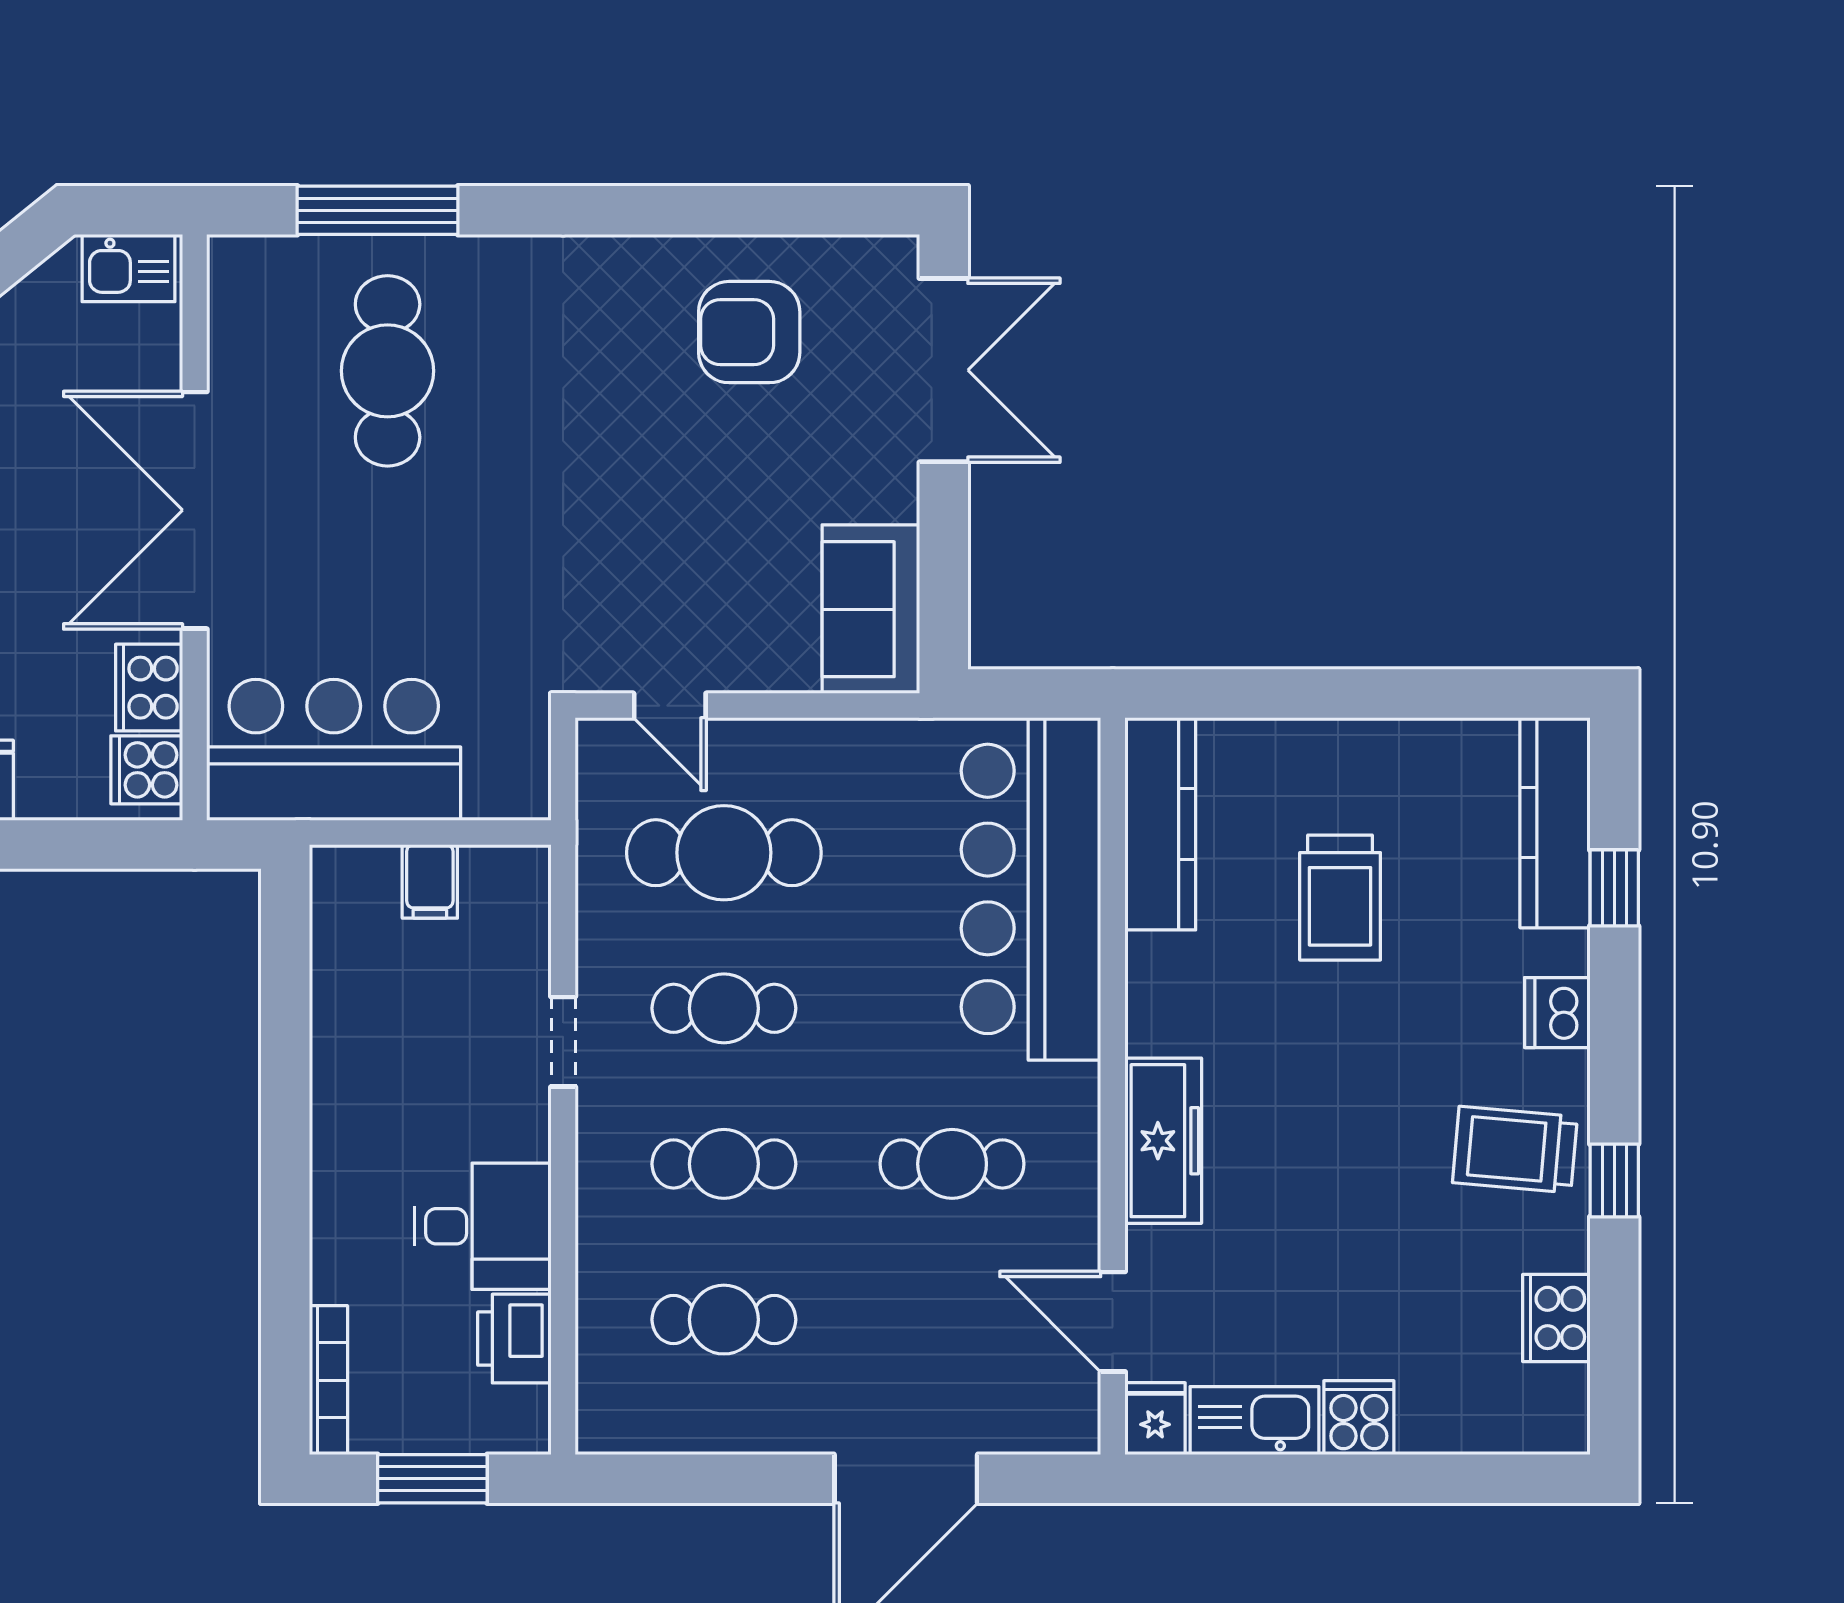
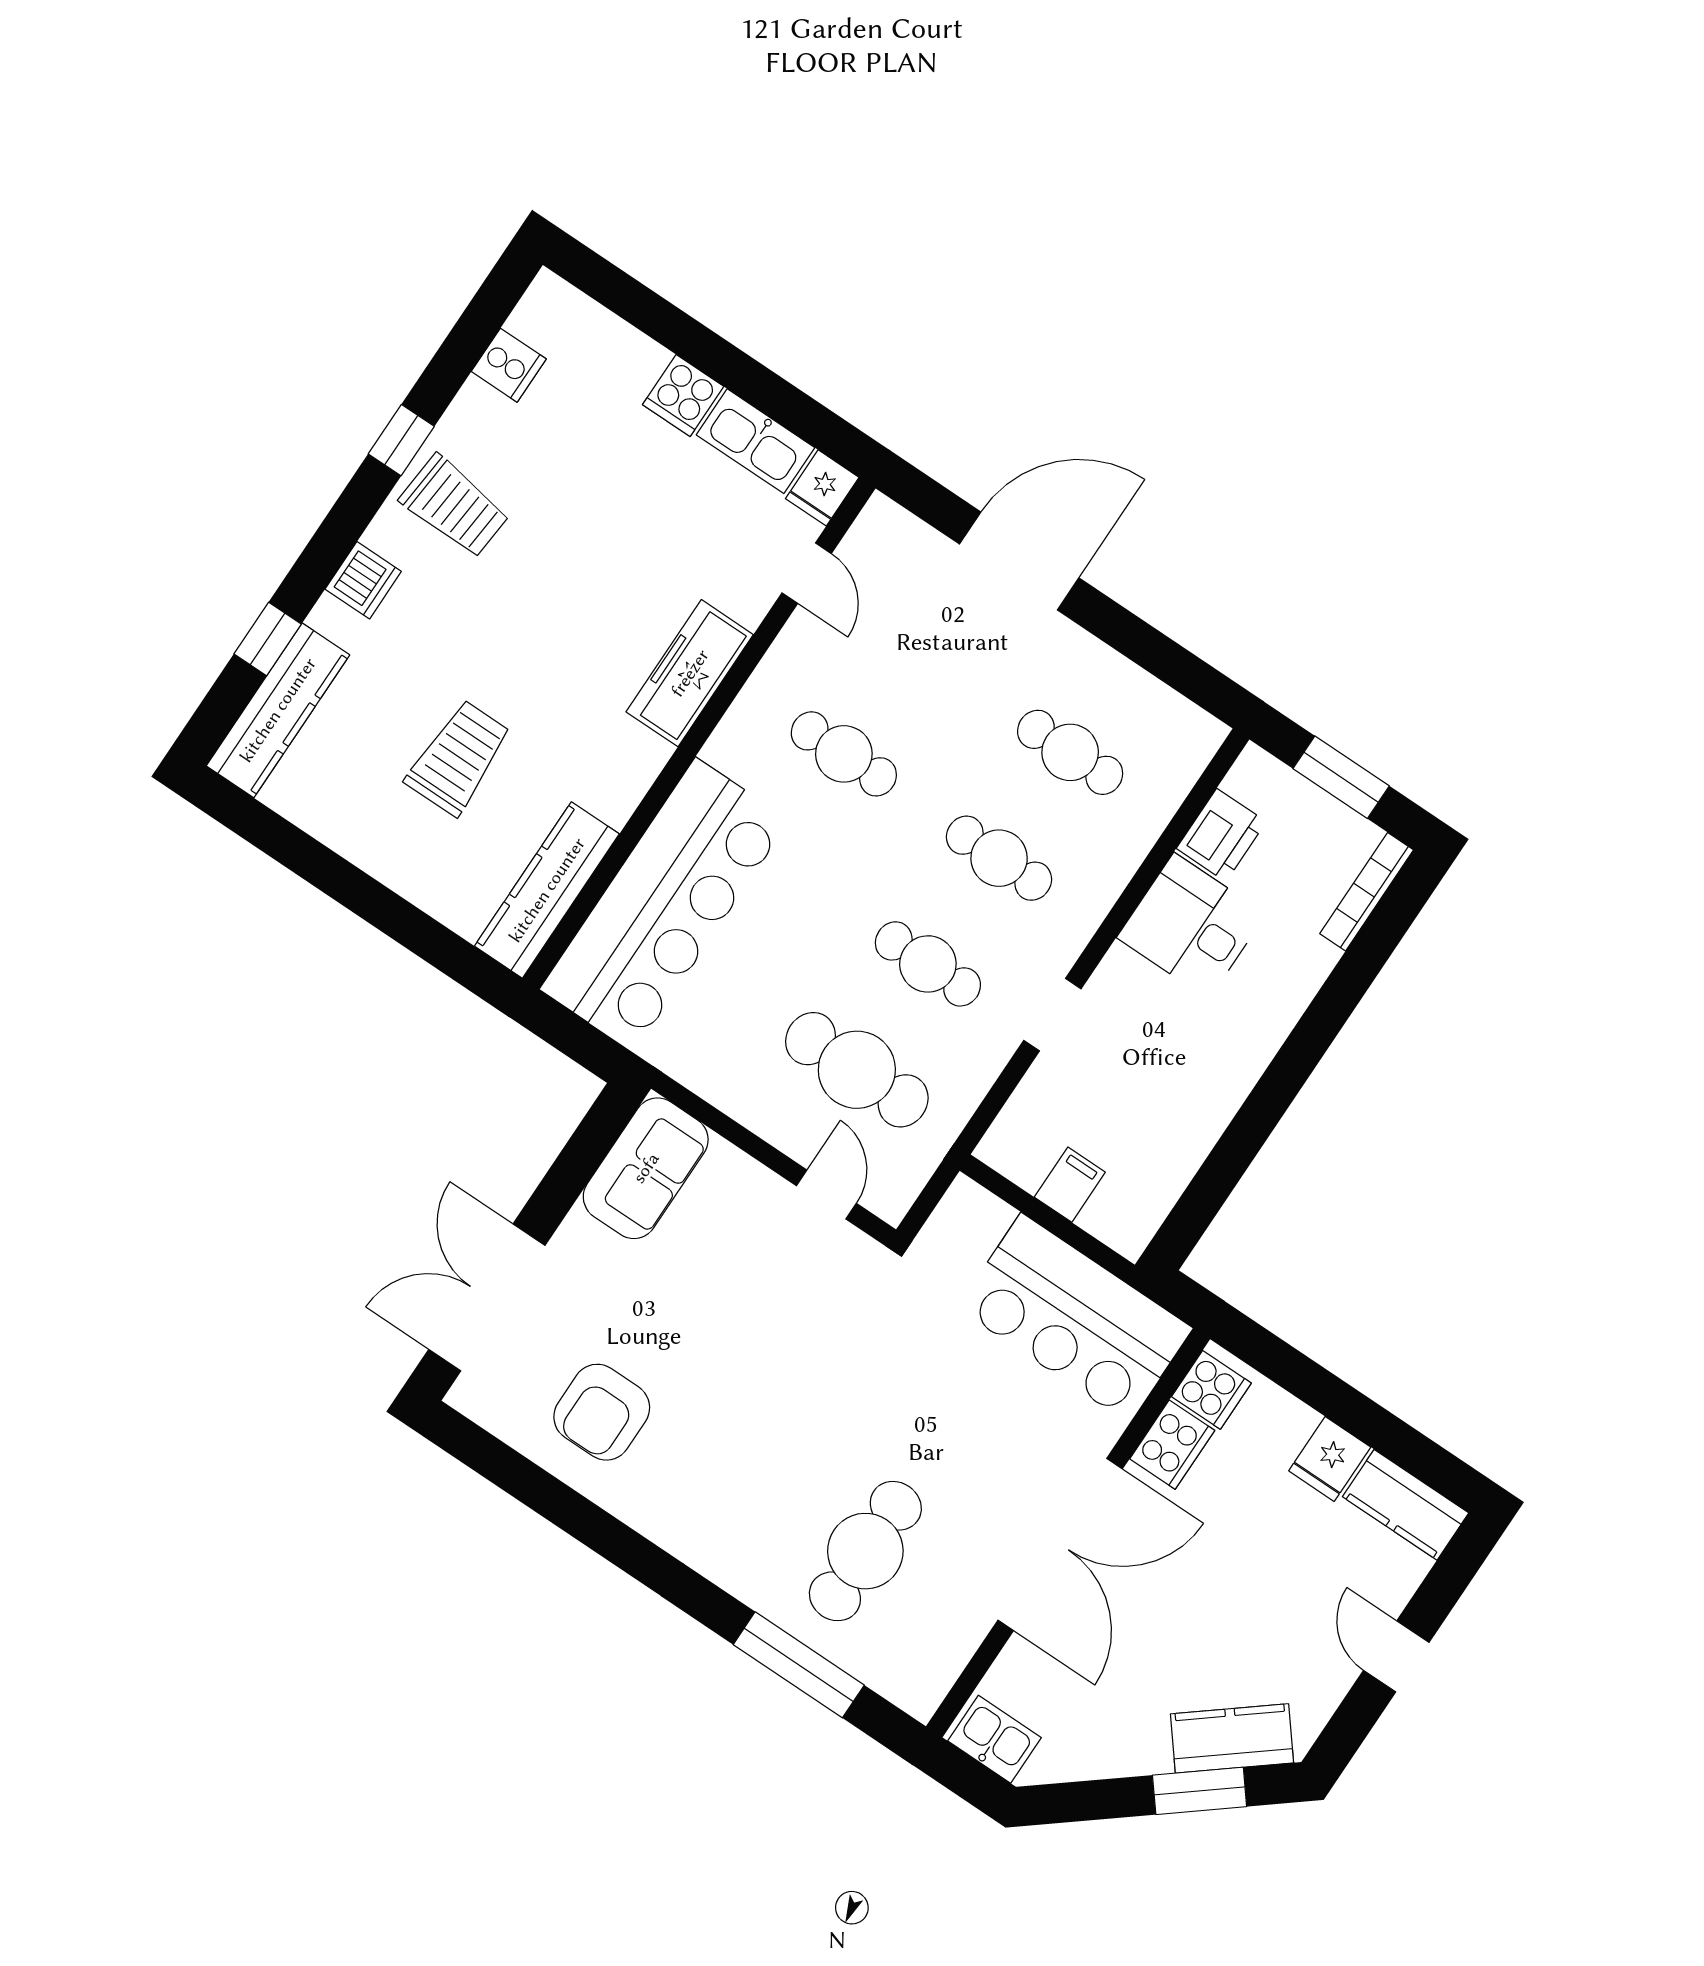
armchair: (749, 332) -> (602, 1412), turned 90
cooker: (1556, 1318) -> (509, 365), width x0.73
door: (1113, 1322) -> (807, 573), width x0.73

